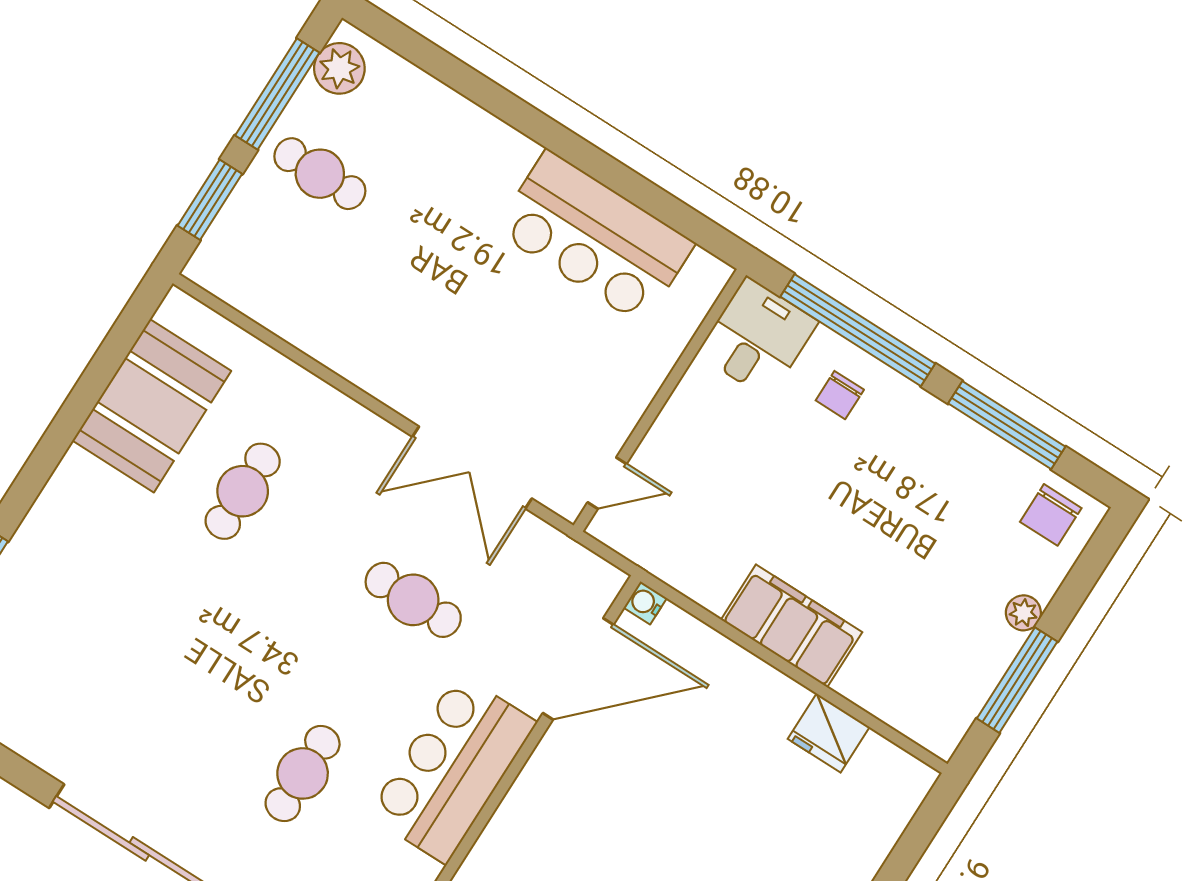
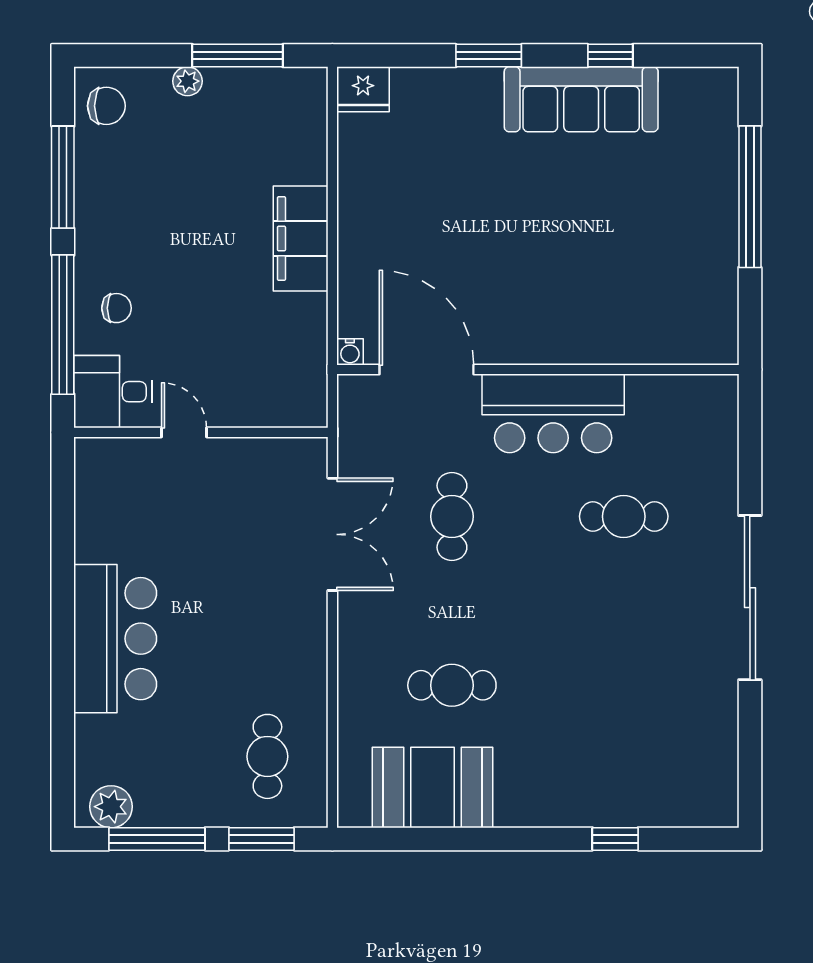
cafe table: (320, 174) -> (267, 756), moved
bar counter: (595, 237) -> (115, 639), moved
door: (607, 483) -> (184, 432), moved
fridge: (829, 733) -> (363, 89), moved, turned 90

